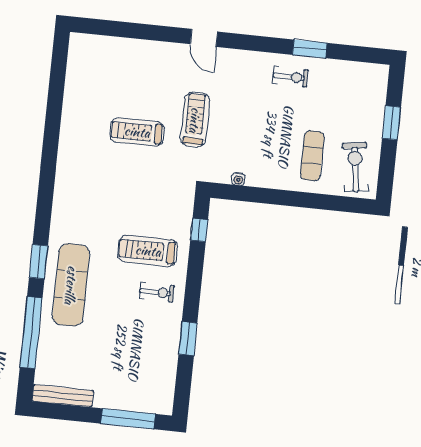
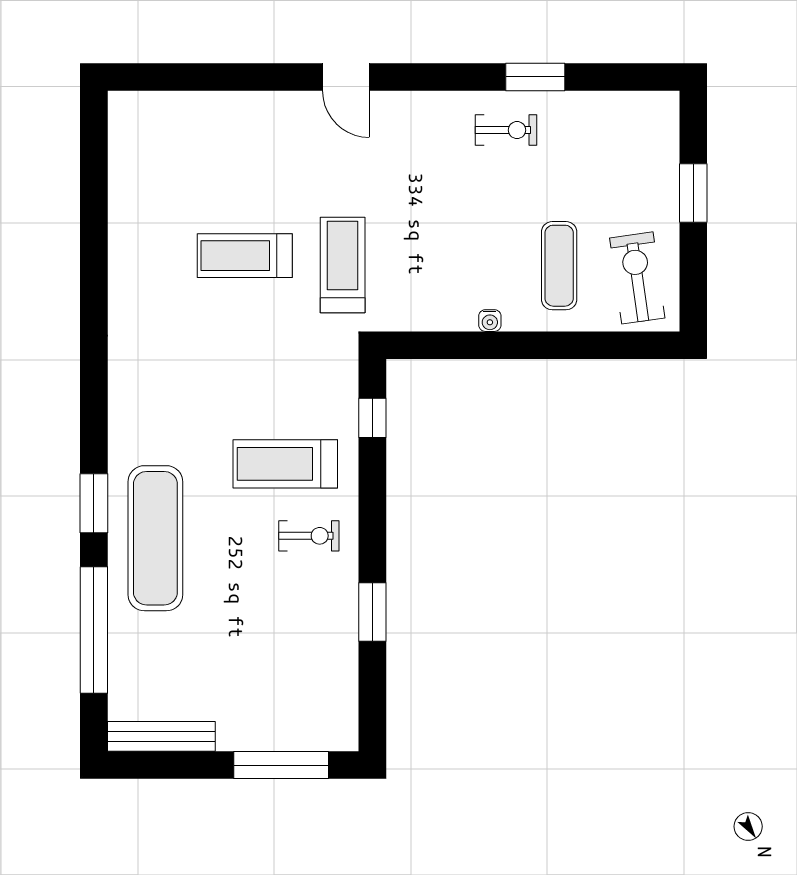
treadmill: (195, 120) -> (343, 265), moved
water cooler: (238, 179) -> (490, 321), moved

